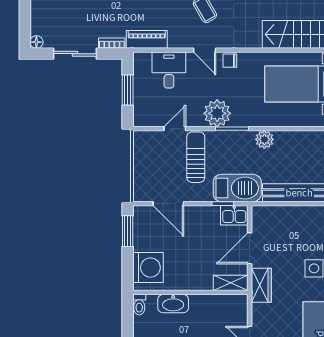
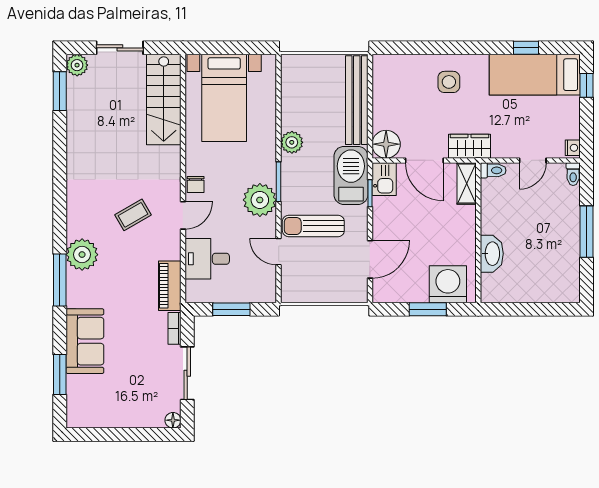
floor lamp: (263, 217) -> (386, 144), added
window: (128, 231) -> (428, 309), moved
toilet: (139, 305) -> (493, 170), moved

